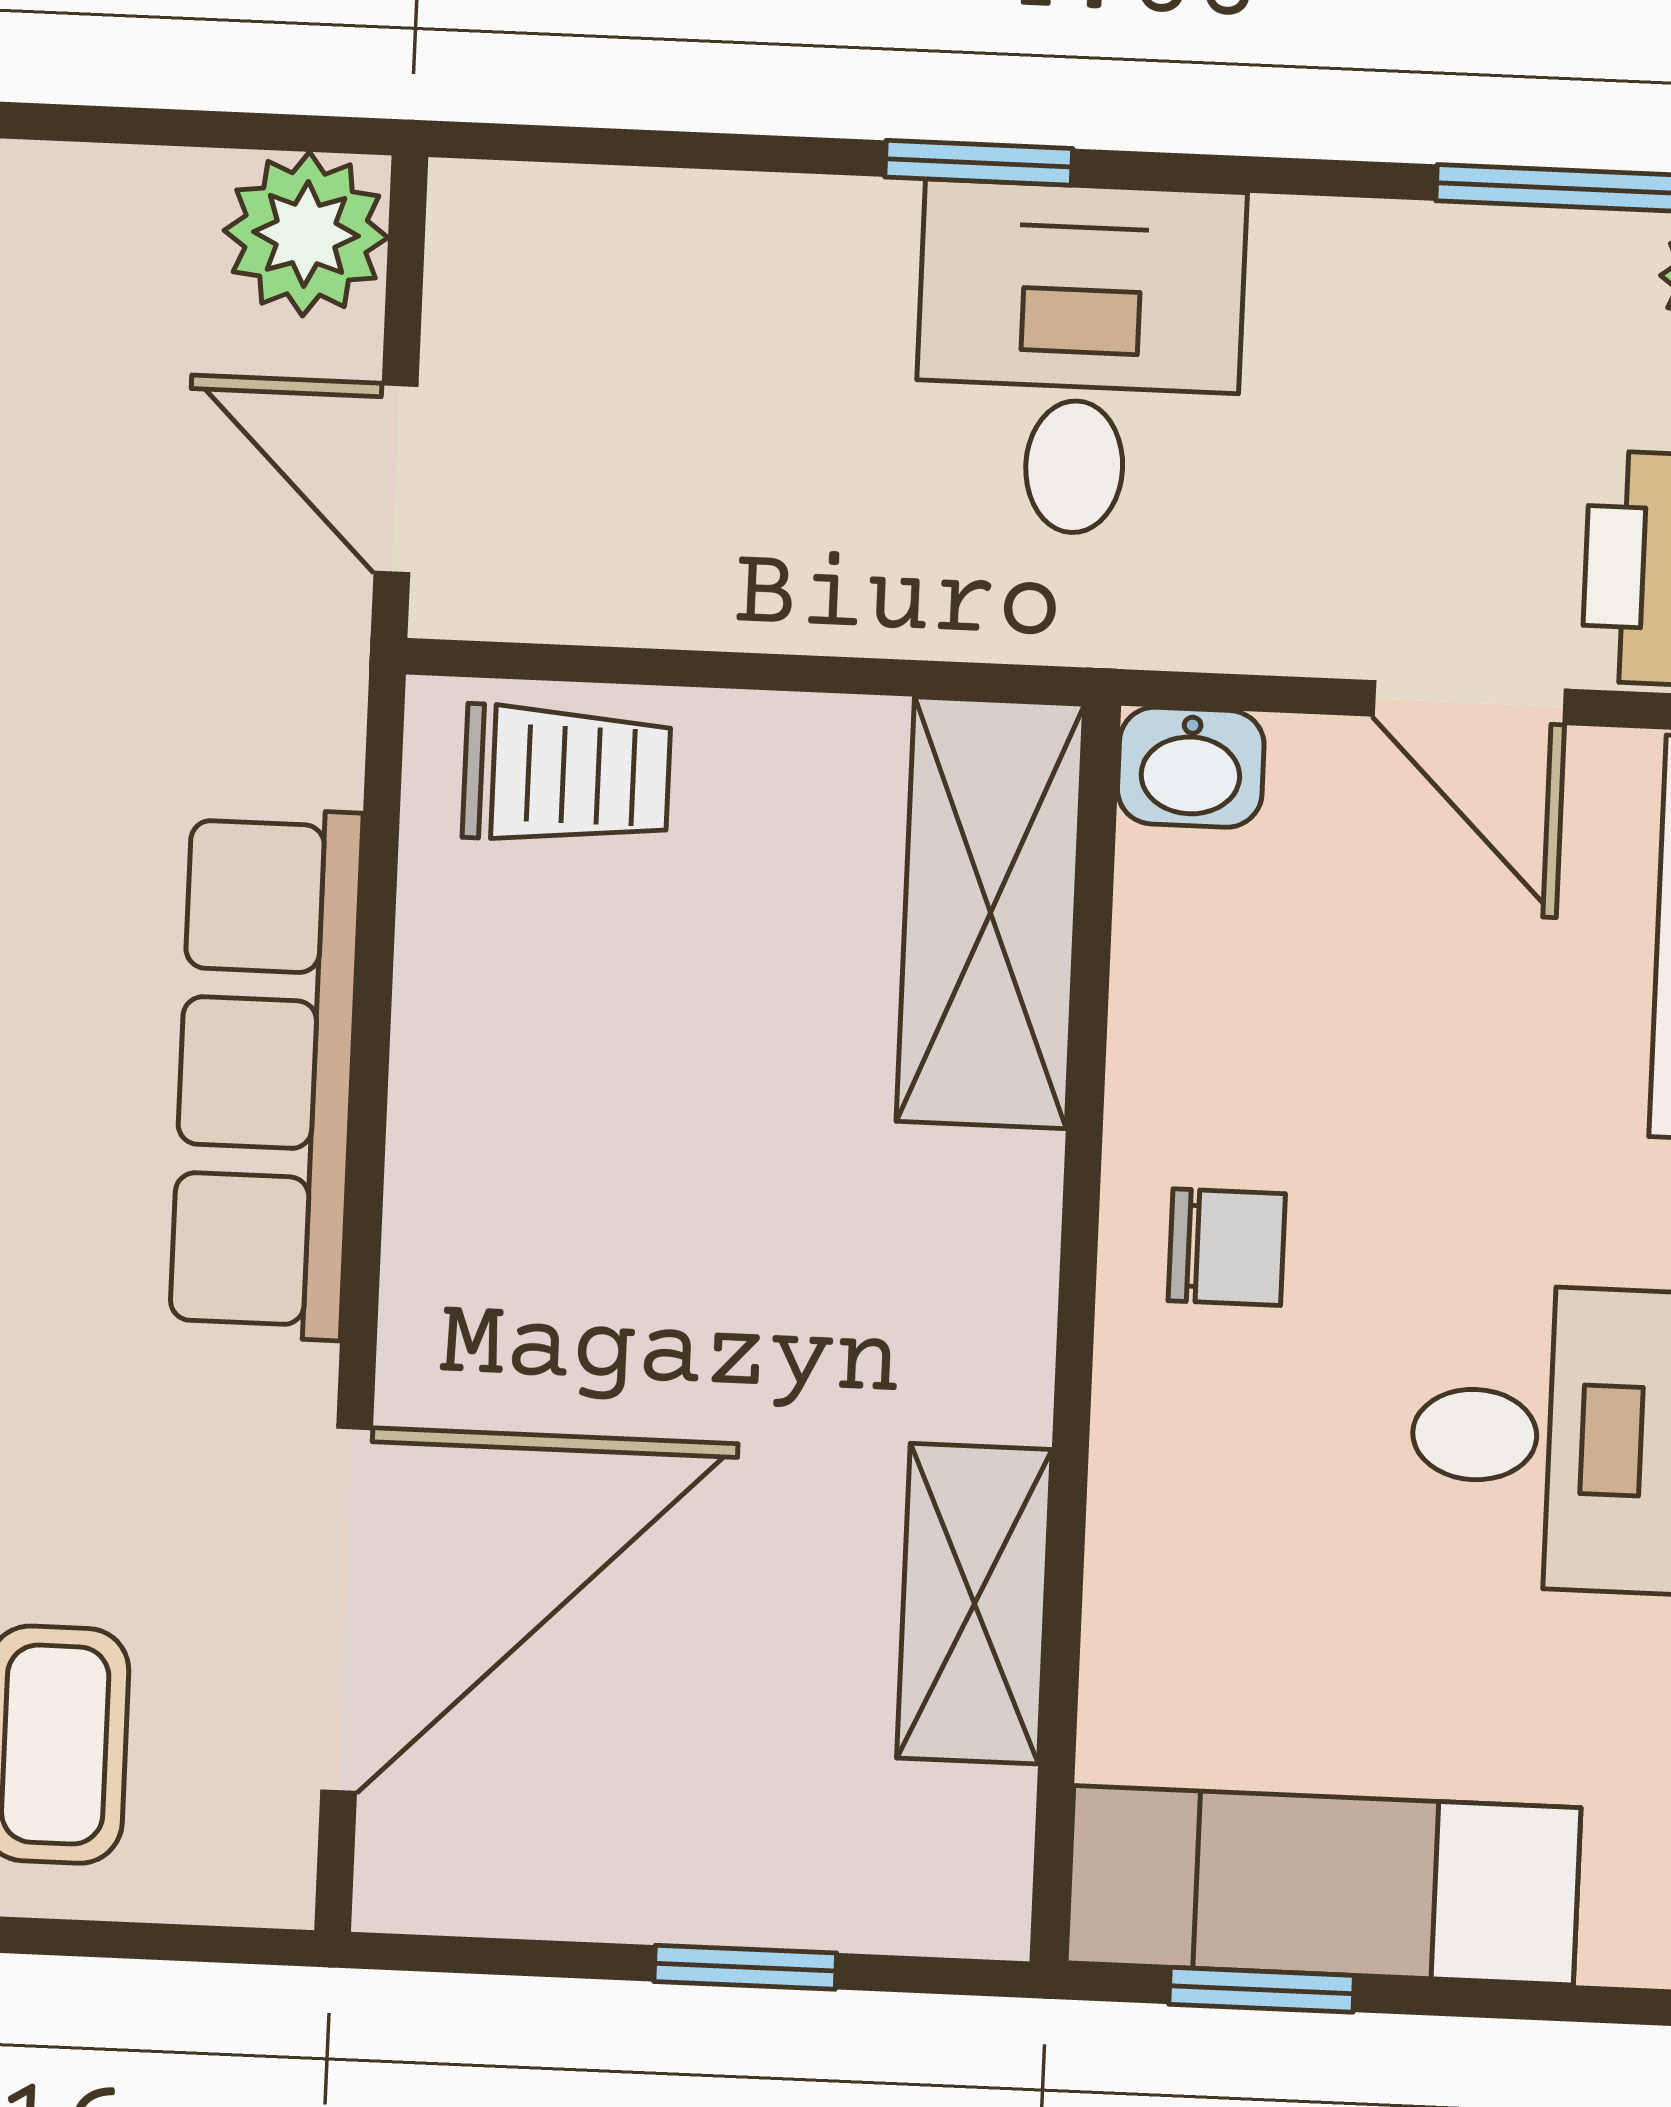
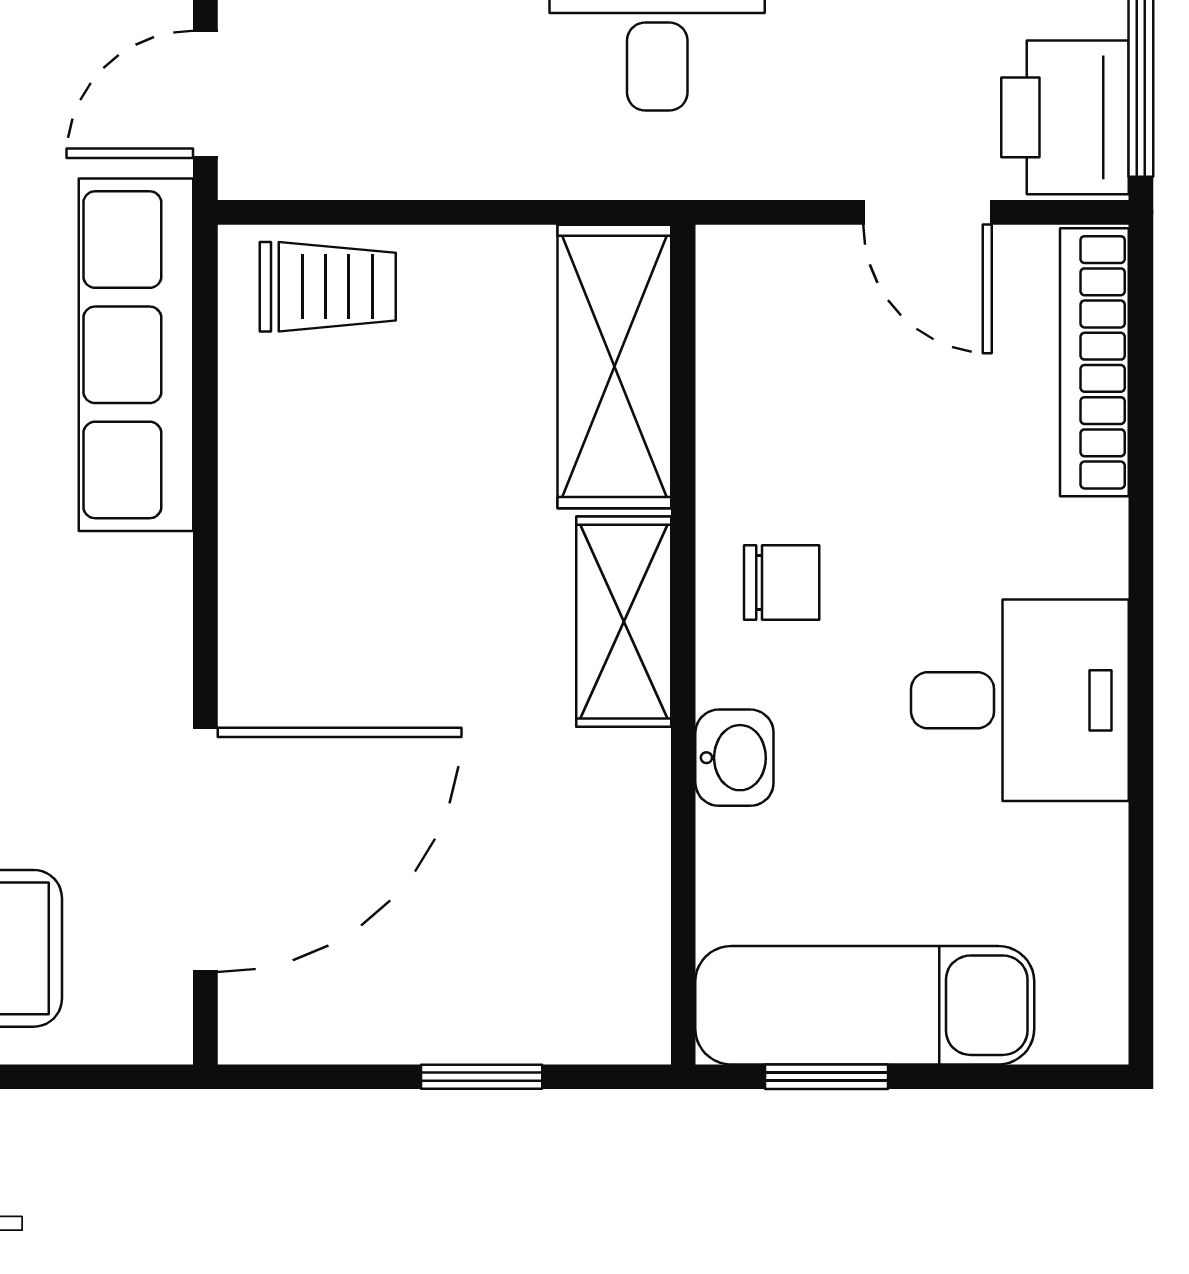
door: (396, 479) -> (205, 94), hinge flipped
washbasin: (1191, 767) -> (734, 758), moved, turned -90
row of seats: (266, 1073) -> (136, 355), moved
shelving: (974, 1604) -> (624, 622), moved

